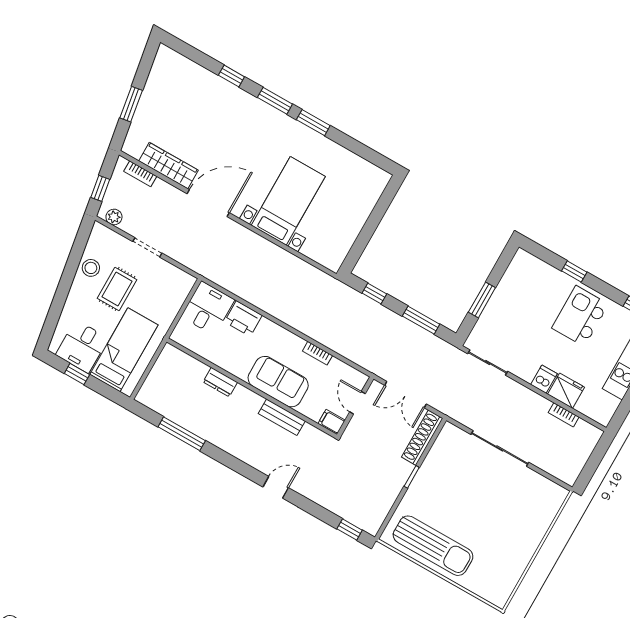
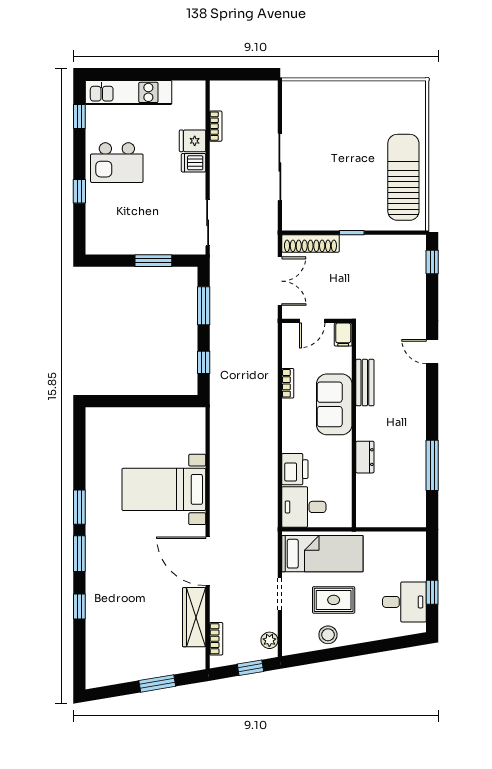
bed: (124, 350) -> (322, 554), moved, turned 180
fridge: (566, 391) -> (193, 141), width x0.72

